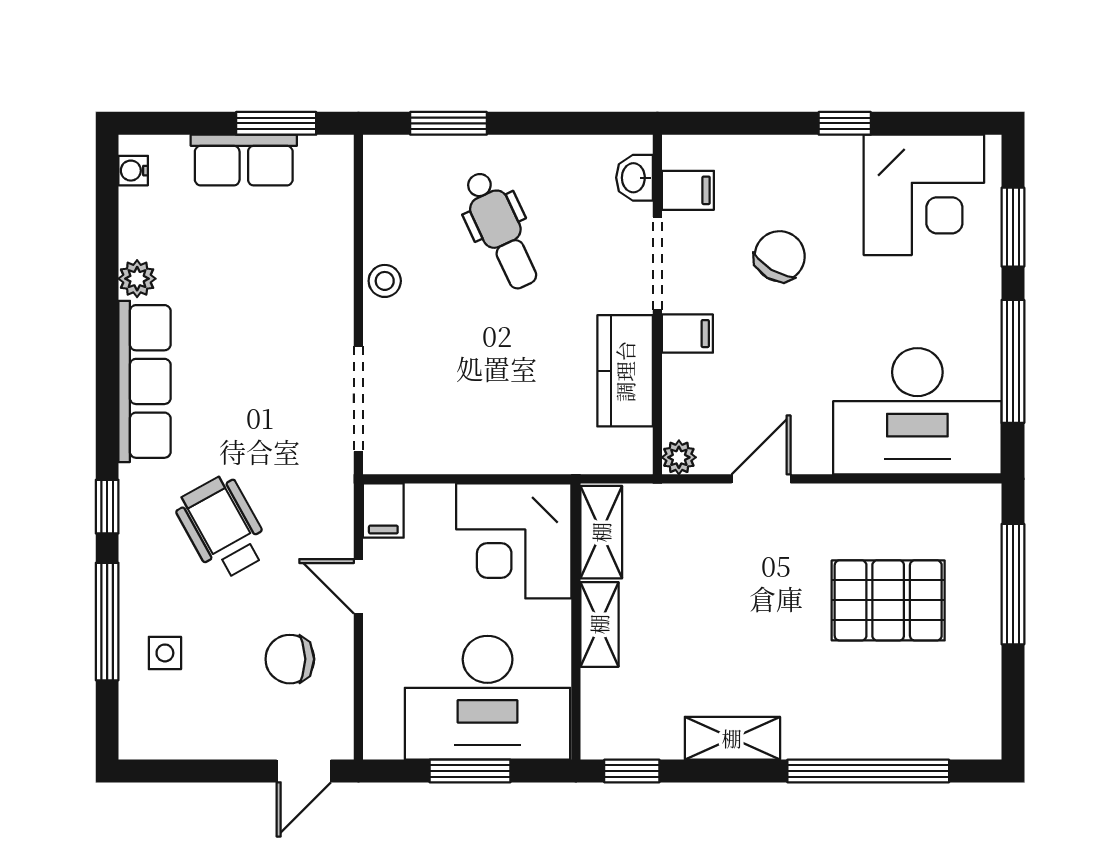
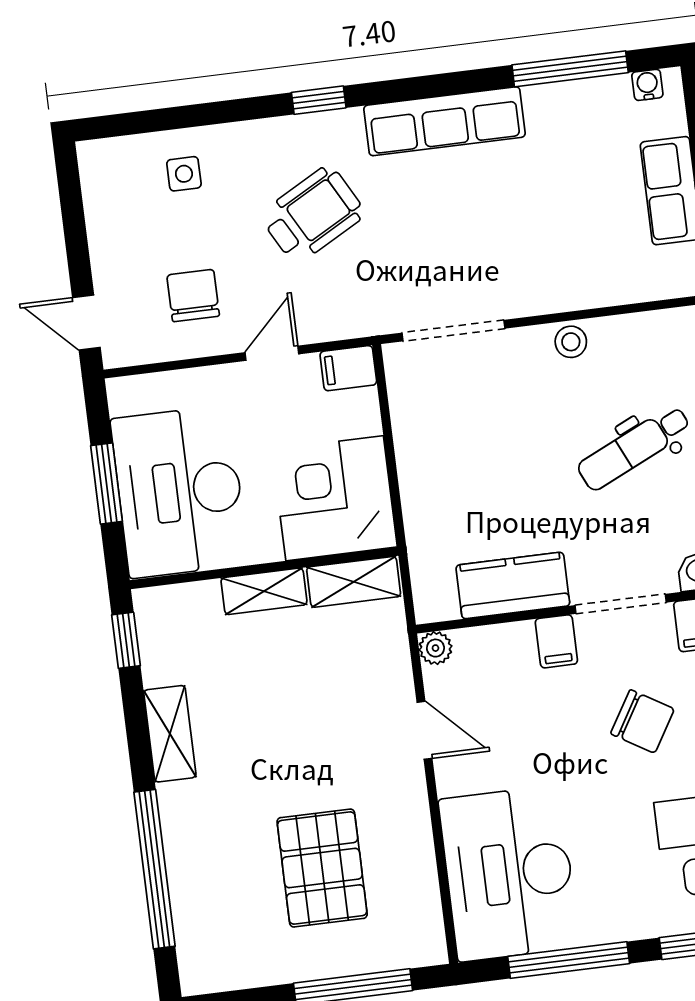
plant: (137, 279) -> (543, 102), removed
window: (107, 622) -> (570, 69), moved

